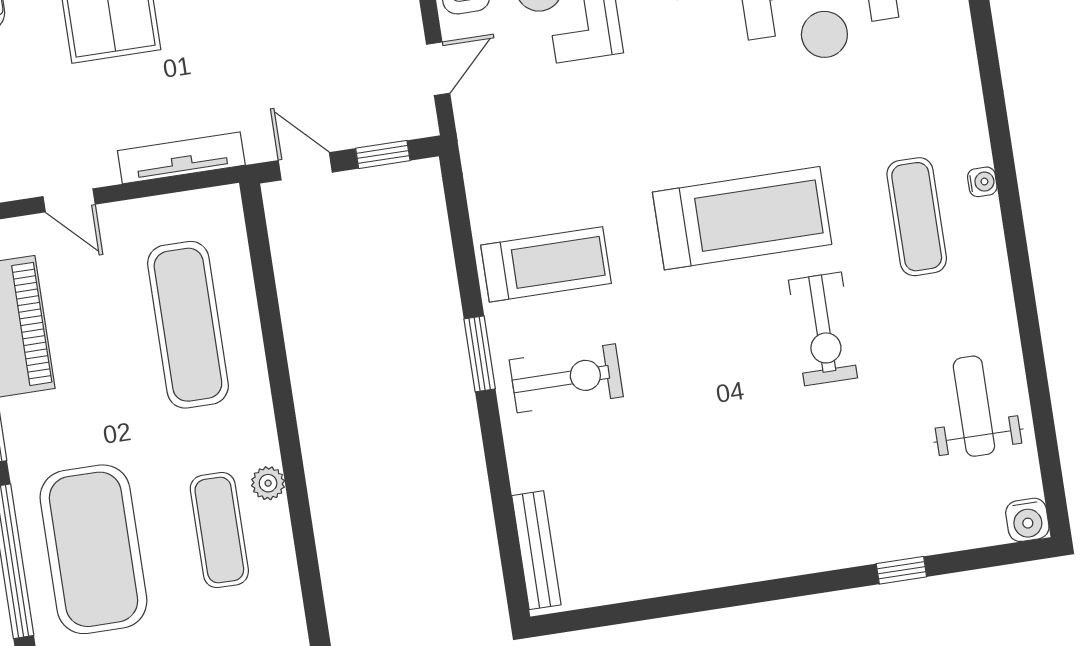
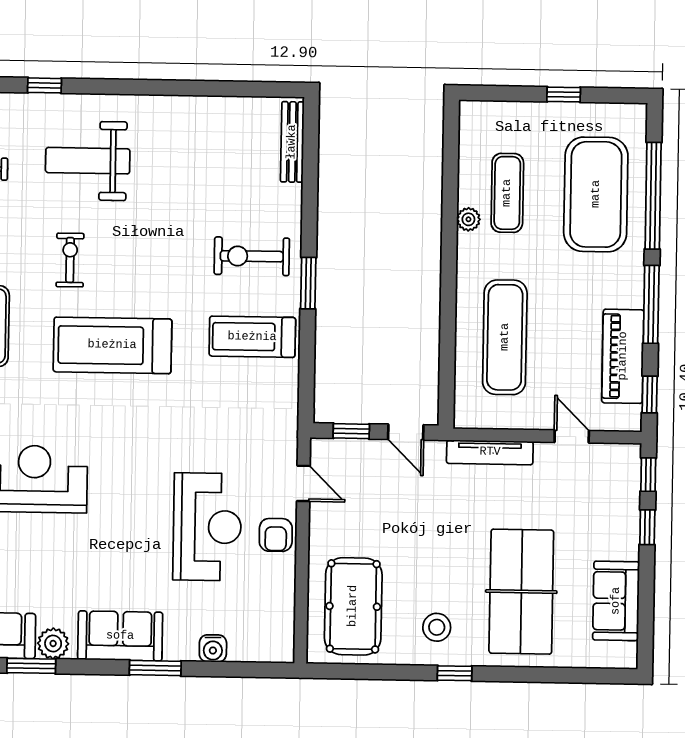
door: (438, 69) -> (303, 483), swing flipped
exercise bike: (823, 329) -> (70, 260), width x0.73, depth x0.72
weight bench: (822, 474) -> (88, 161), added

